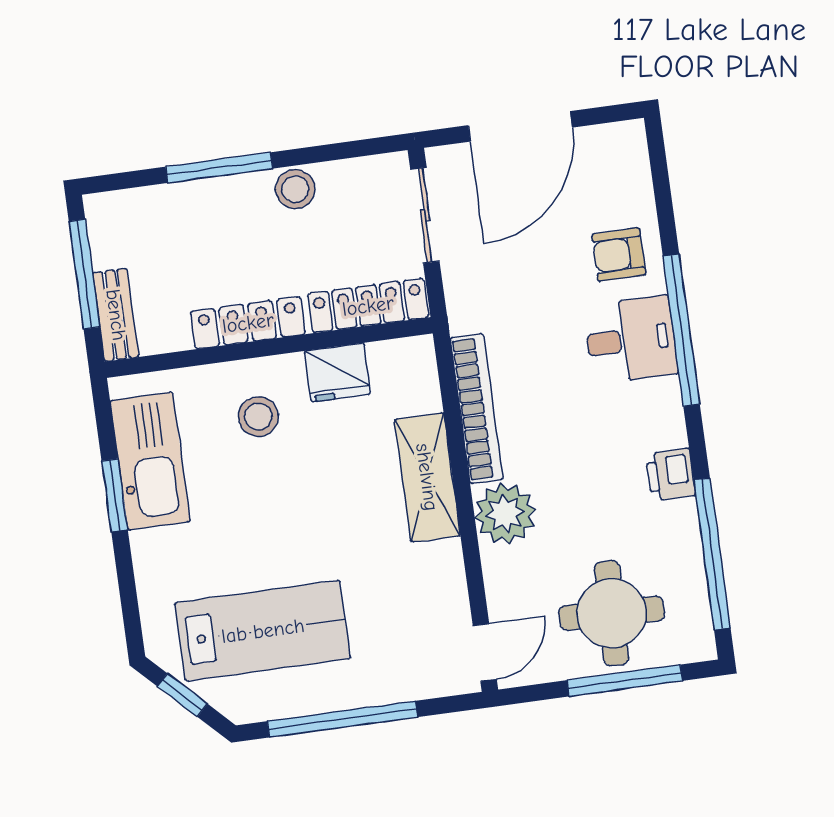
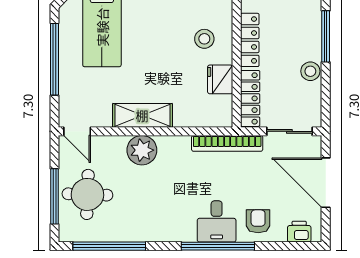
bookcase: (477, 409) -> (227, 143), moved
printer: (671, 475) -> (299, 232), moved
shelving: (427, 477) -> (142, 115), moved

